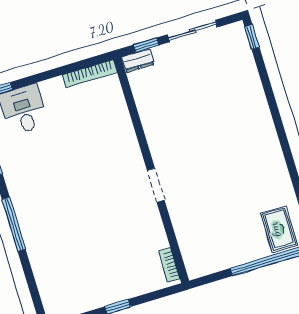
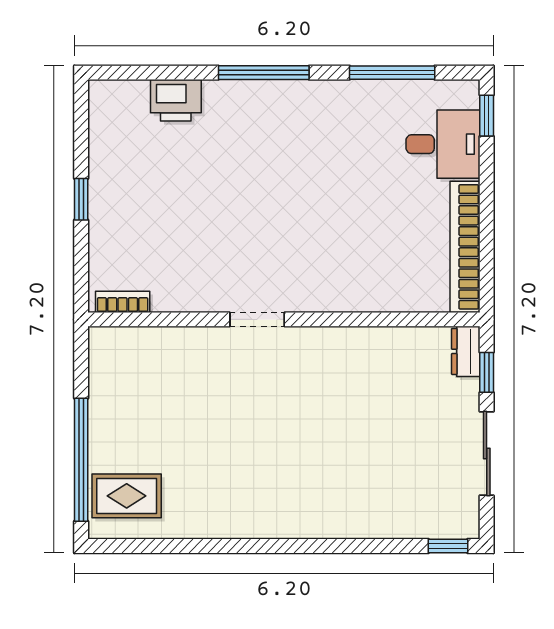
bookcase: (90, 73) -> (465, 247), width x1.48, depth x1.31
printer: (45, 270) -> (176, 100), added

